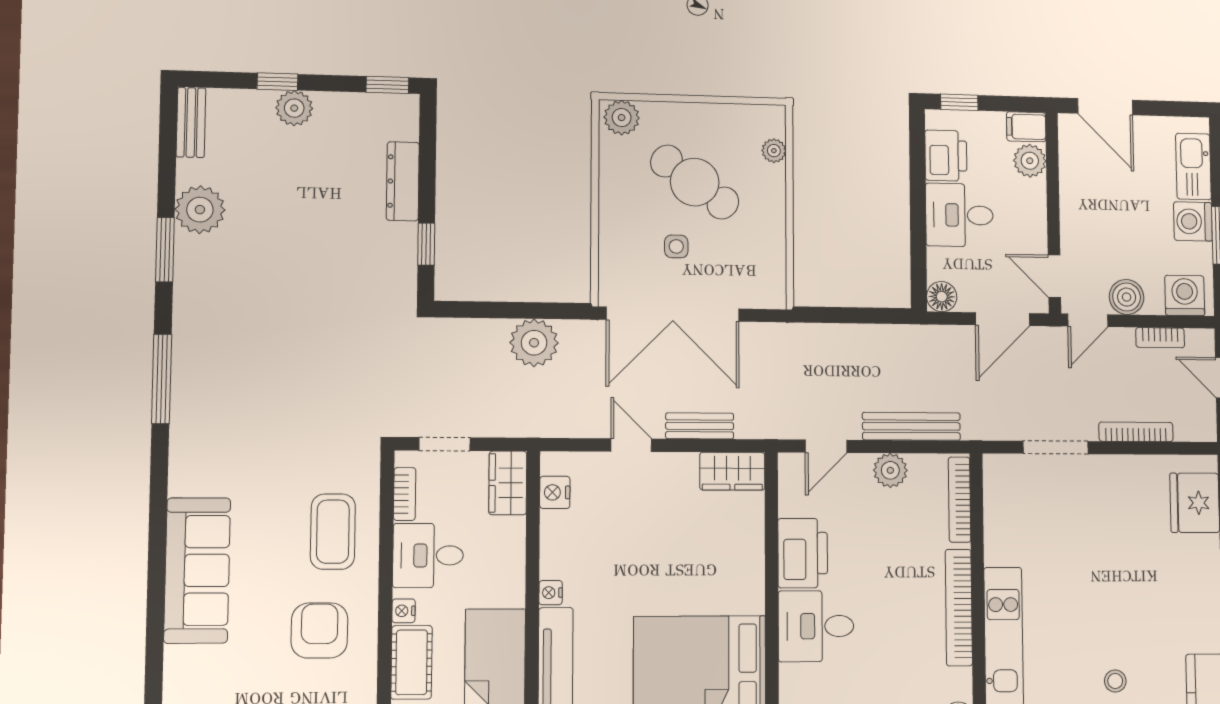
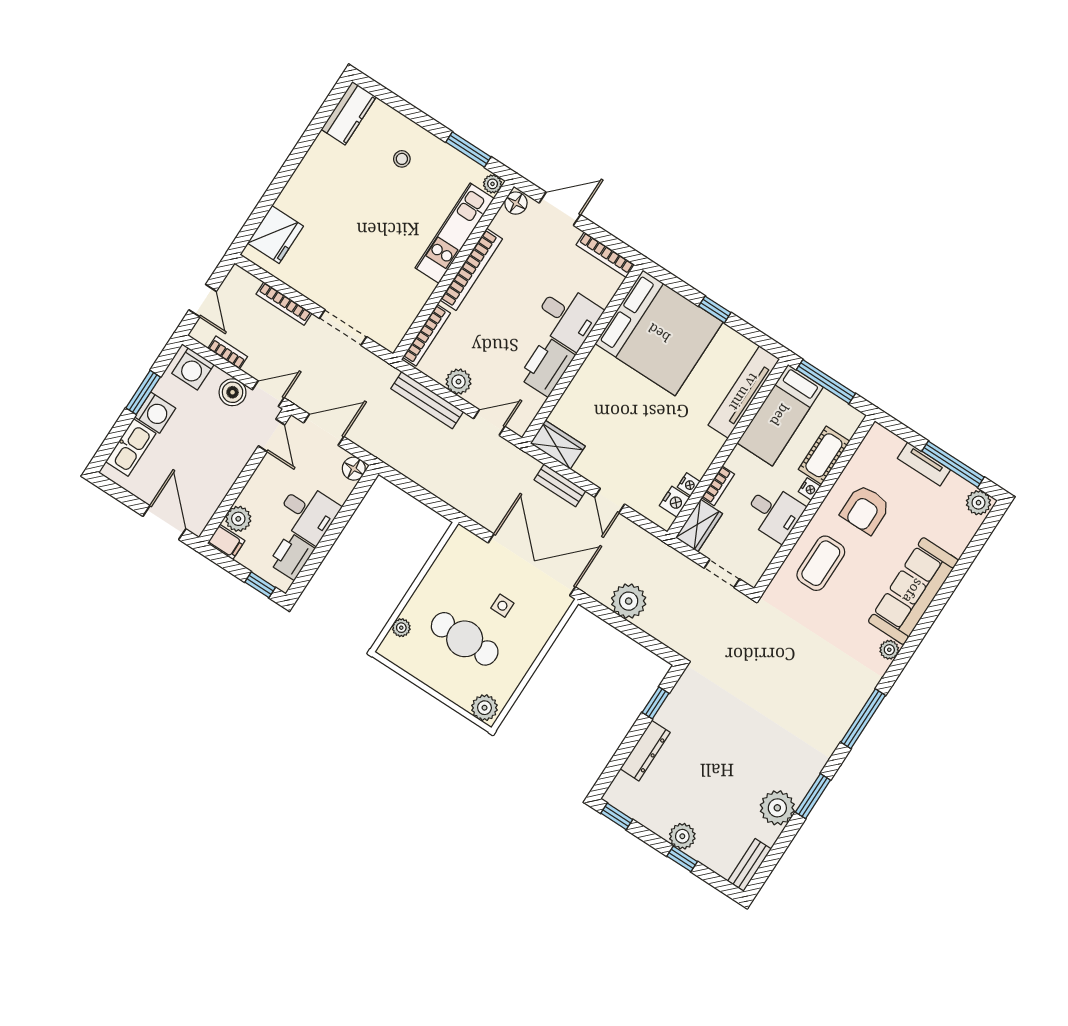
cafe table: (695, 182) -> (465, 639), turned -36
plant: (182, 481) -> (889, 650), added
bookcase: (405, 494) -> (718, 486), moved, turned 180
nightstand: (551, 593) -> (689, 484), moved

